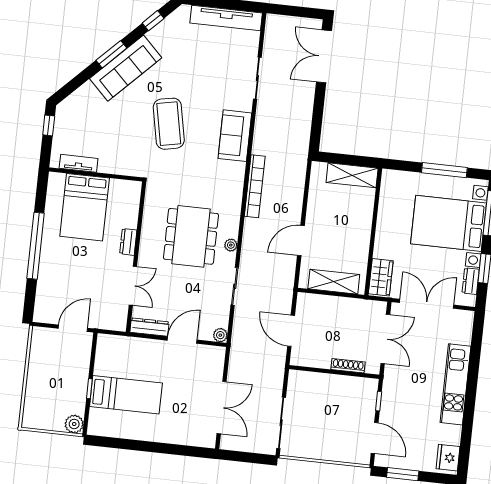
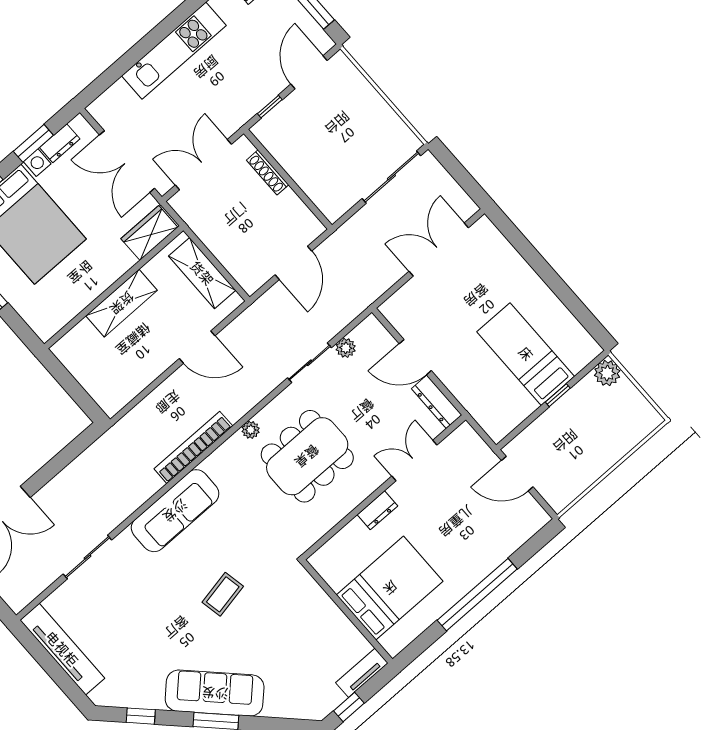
coffee table: (169, 124) -> (223, 594), width x0.54, depth x0.58
sofa: (235, 136) -> (175, 511), width x1.36
tv unit: (79, 163) -> (362, 673), moved, turned 90
shelving: (352, 175) -> (122, 303), moved, turned 90
plant: (231, 245) -> (251, 430), moved
plant: (220, 335) -> (346, 348), moved

